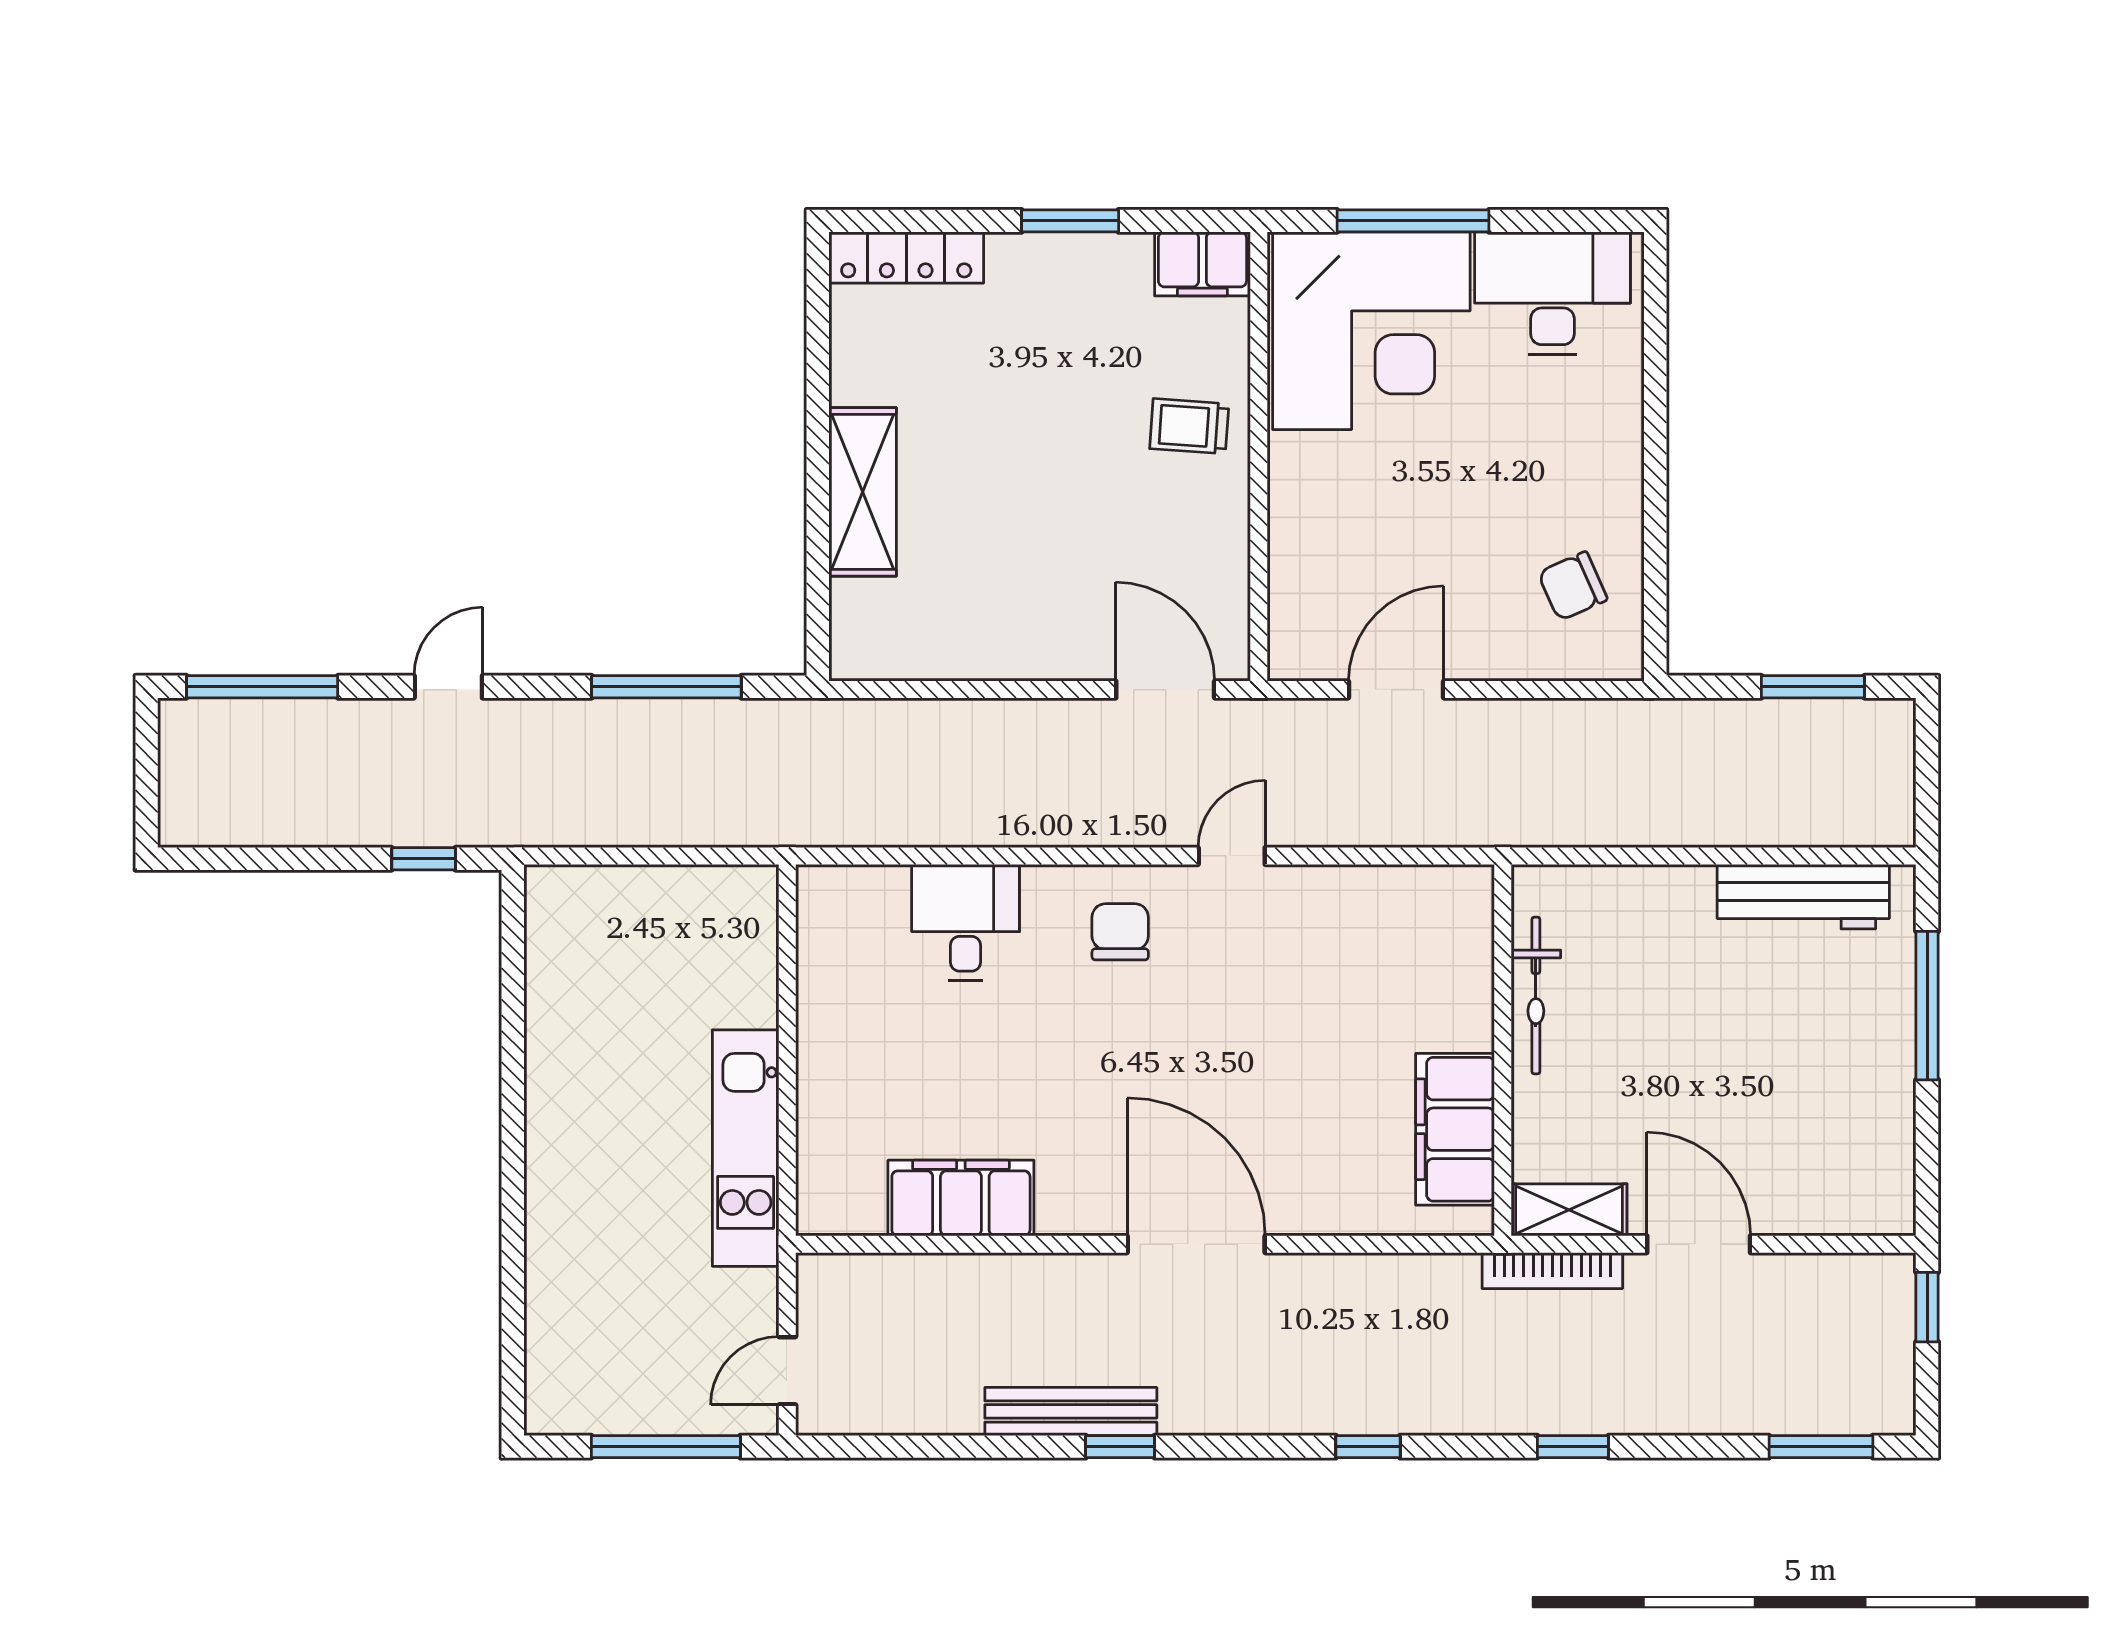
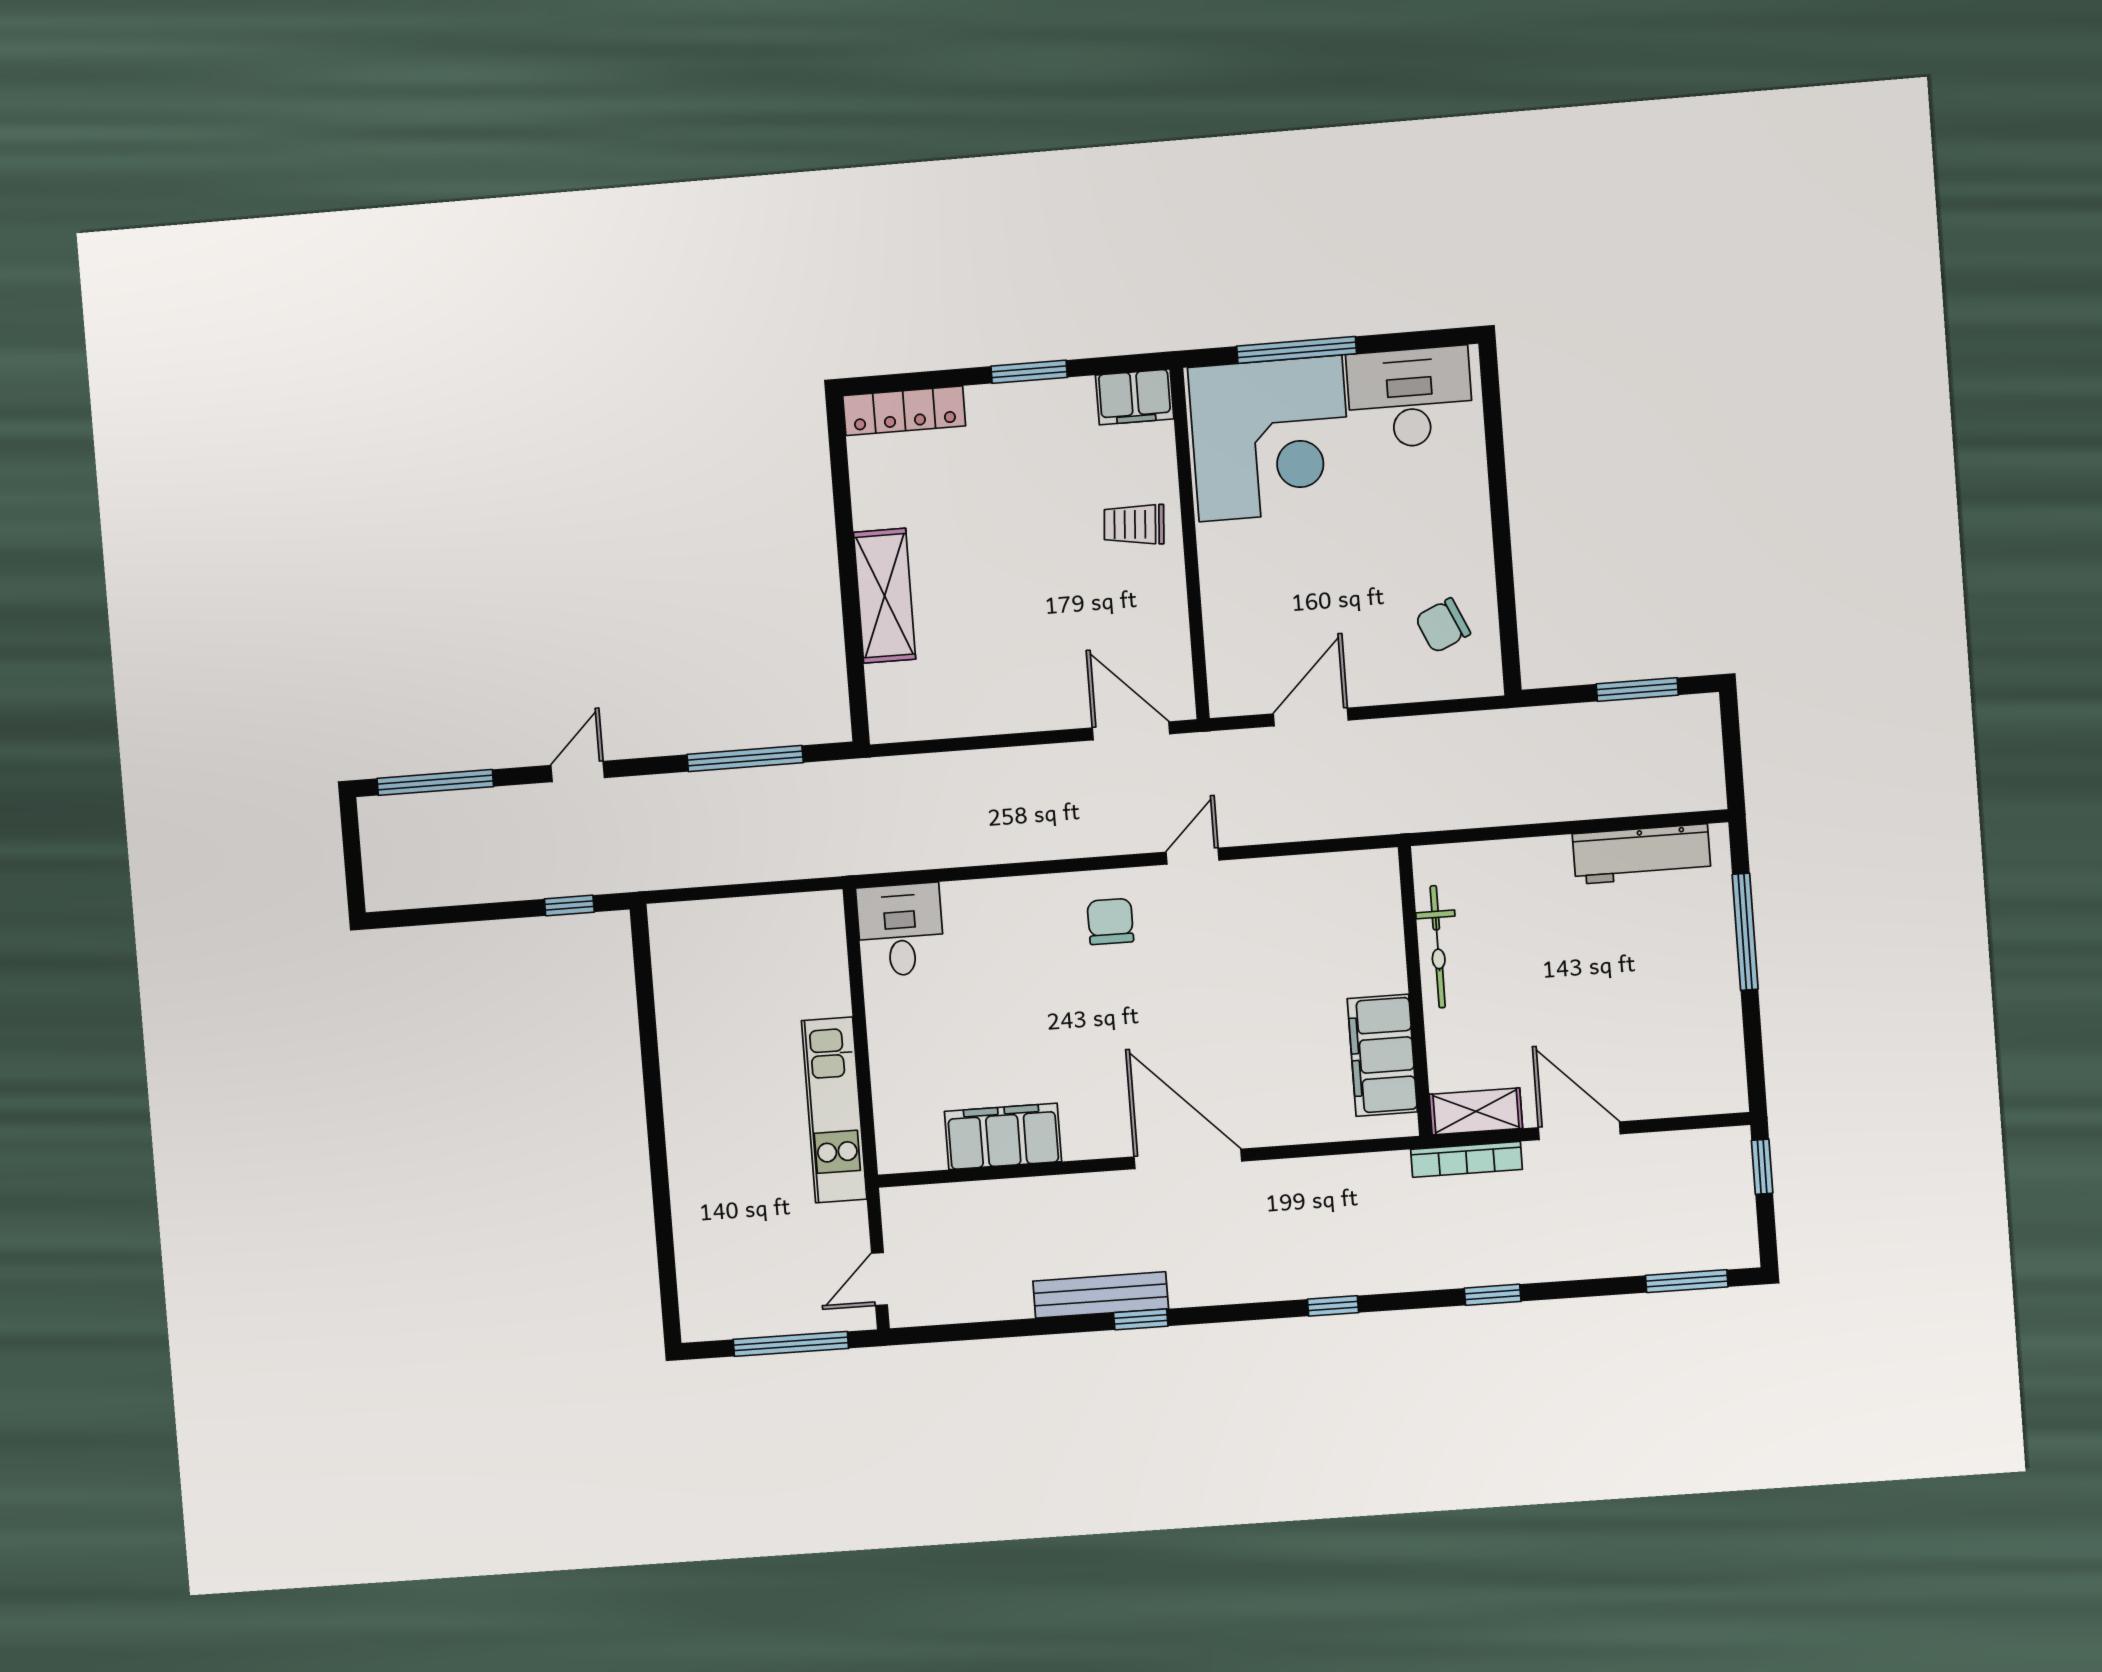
desk: (966, 922) -> (900, 930), moved

